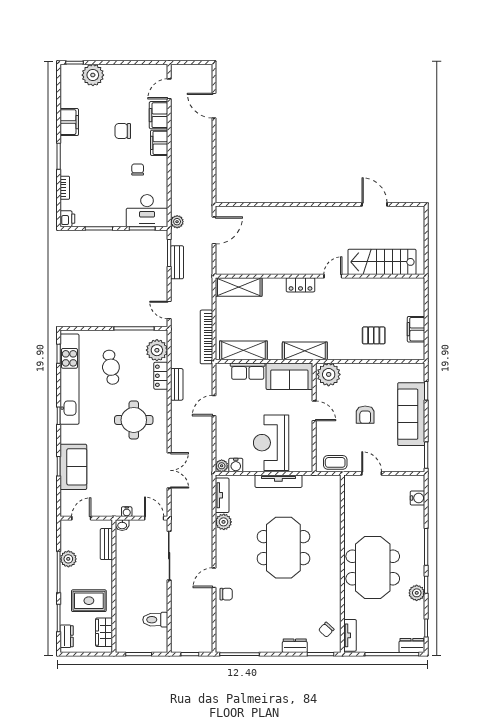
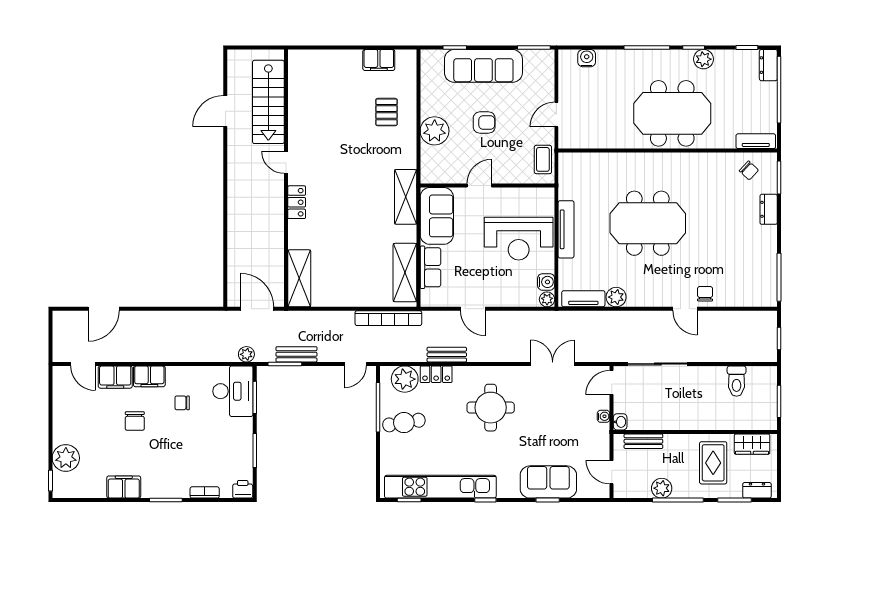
stairs: (382, 262) -> (268, 102), moved
wall: (320, 276) -> (286, 178), moved
door: (333, 276) -> (286, 162), moved
locker: (301, 285) -> (297, 202), moved
shelving: (239, 287) -> (299, 278), moved
cafe table: (111, 367) -> (404, 423), moved
plant: (329, 374) -> (435, 131), moved

